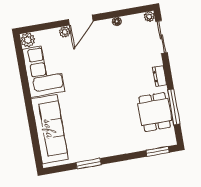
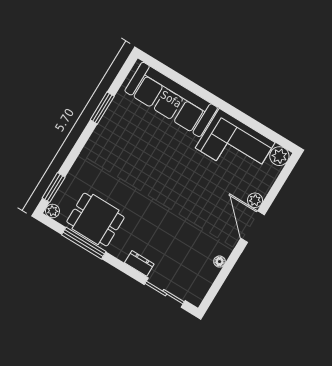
plant: (149, 17) -> (53, 211), moved
dresser: (159, 76) -> (139, 263), moved

